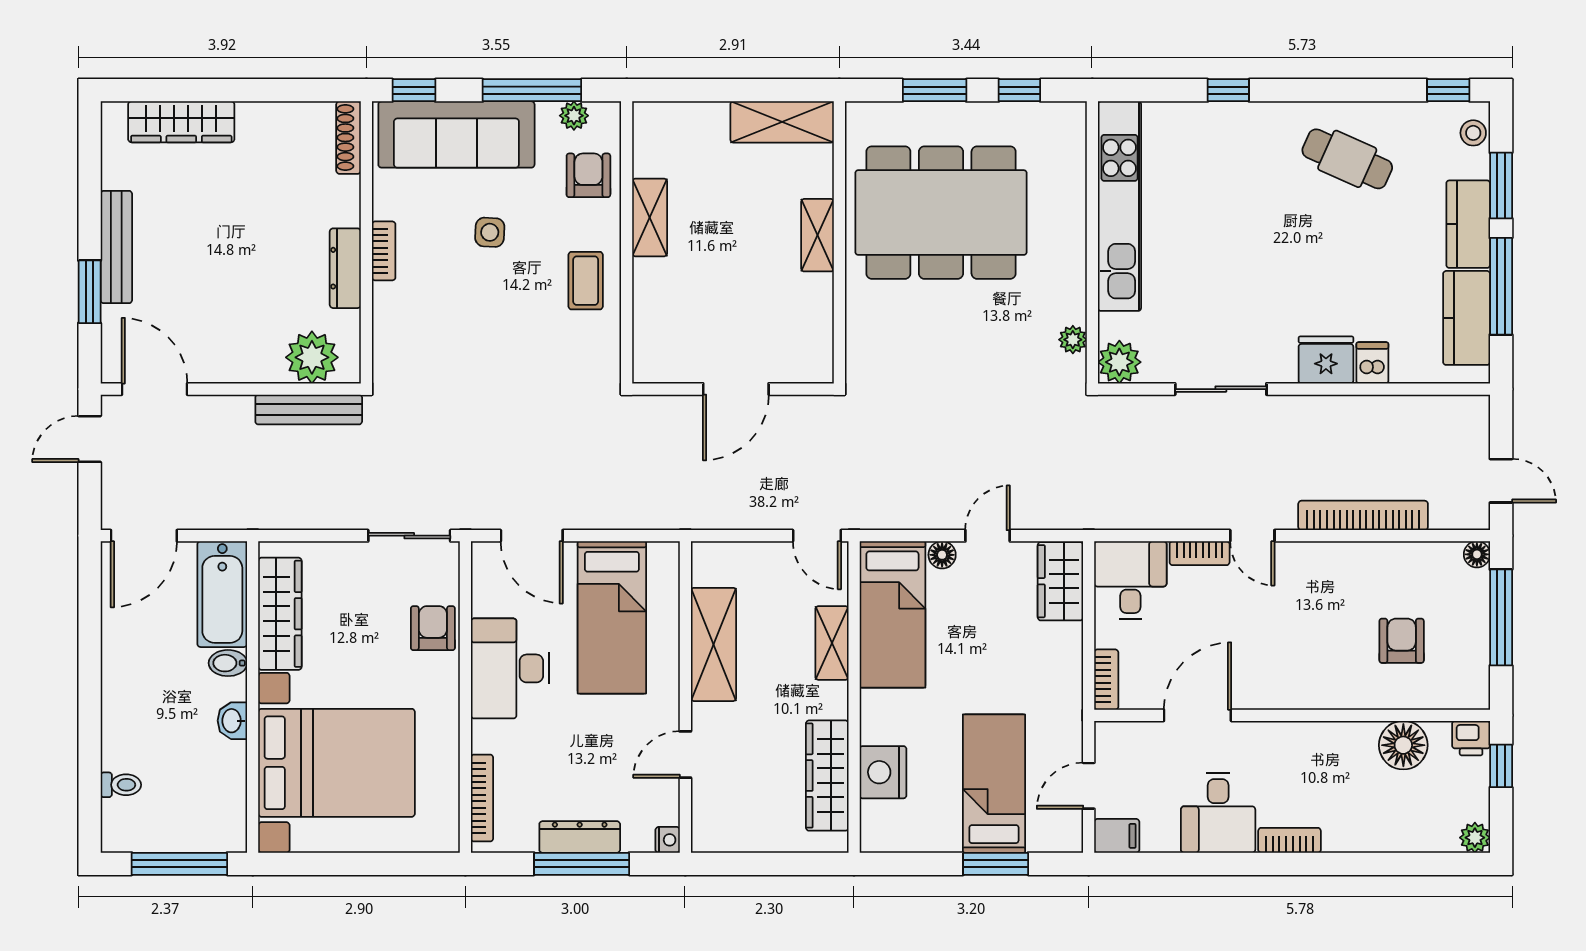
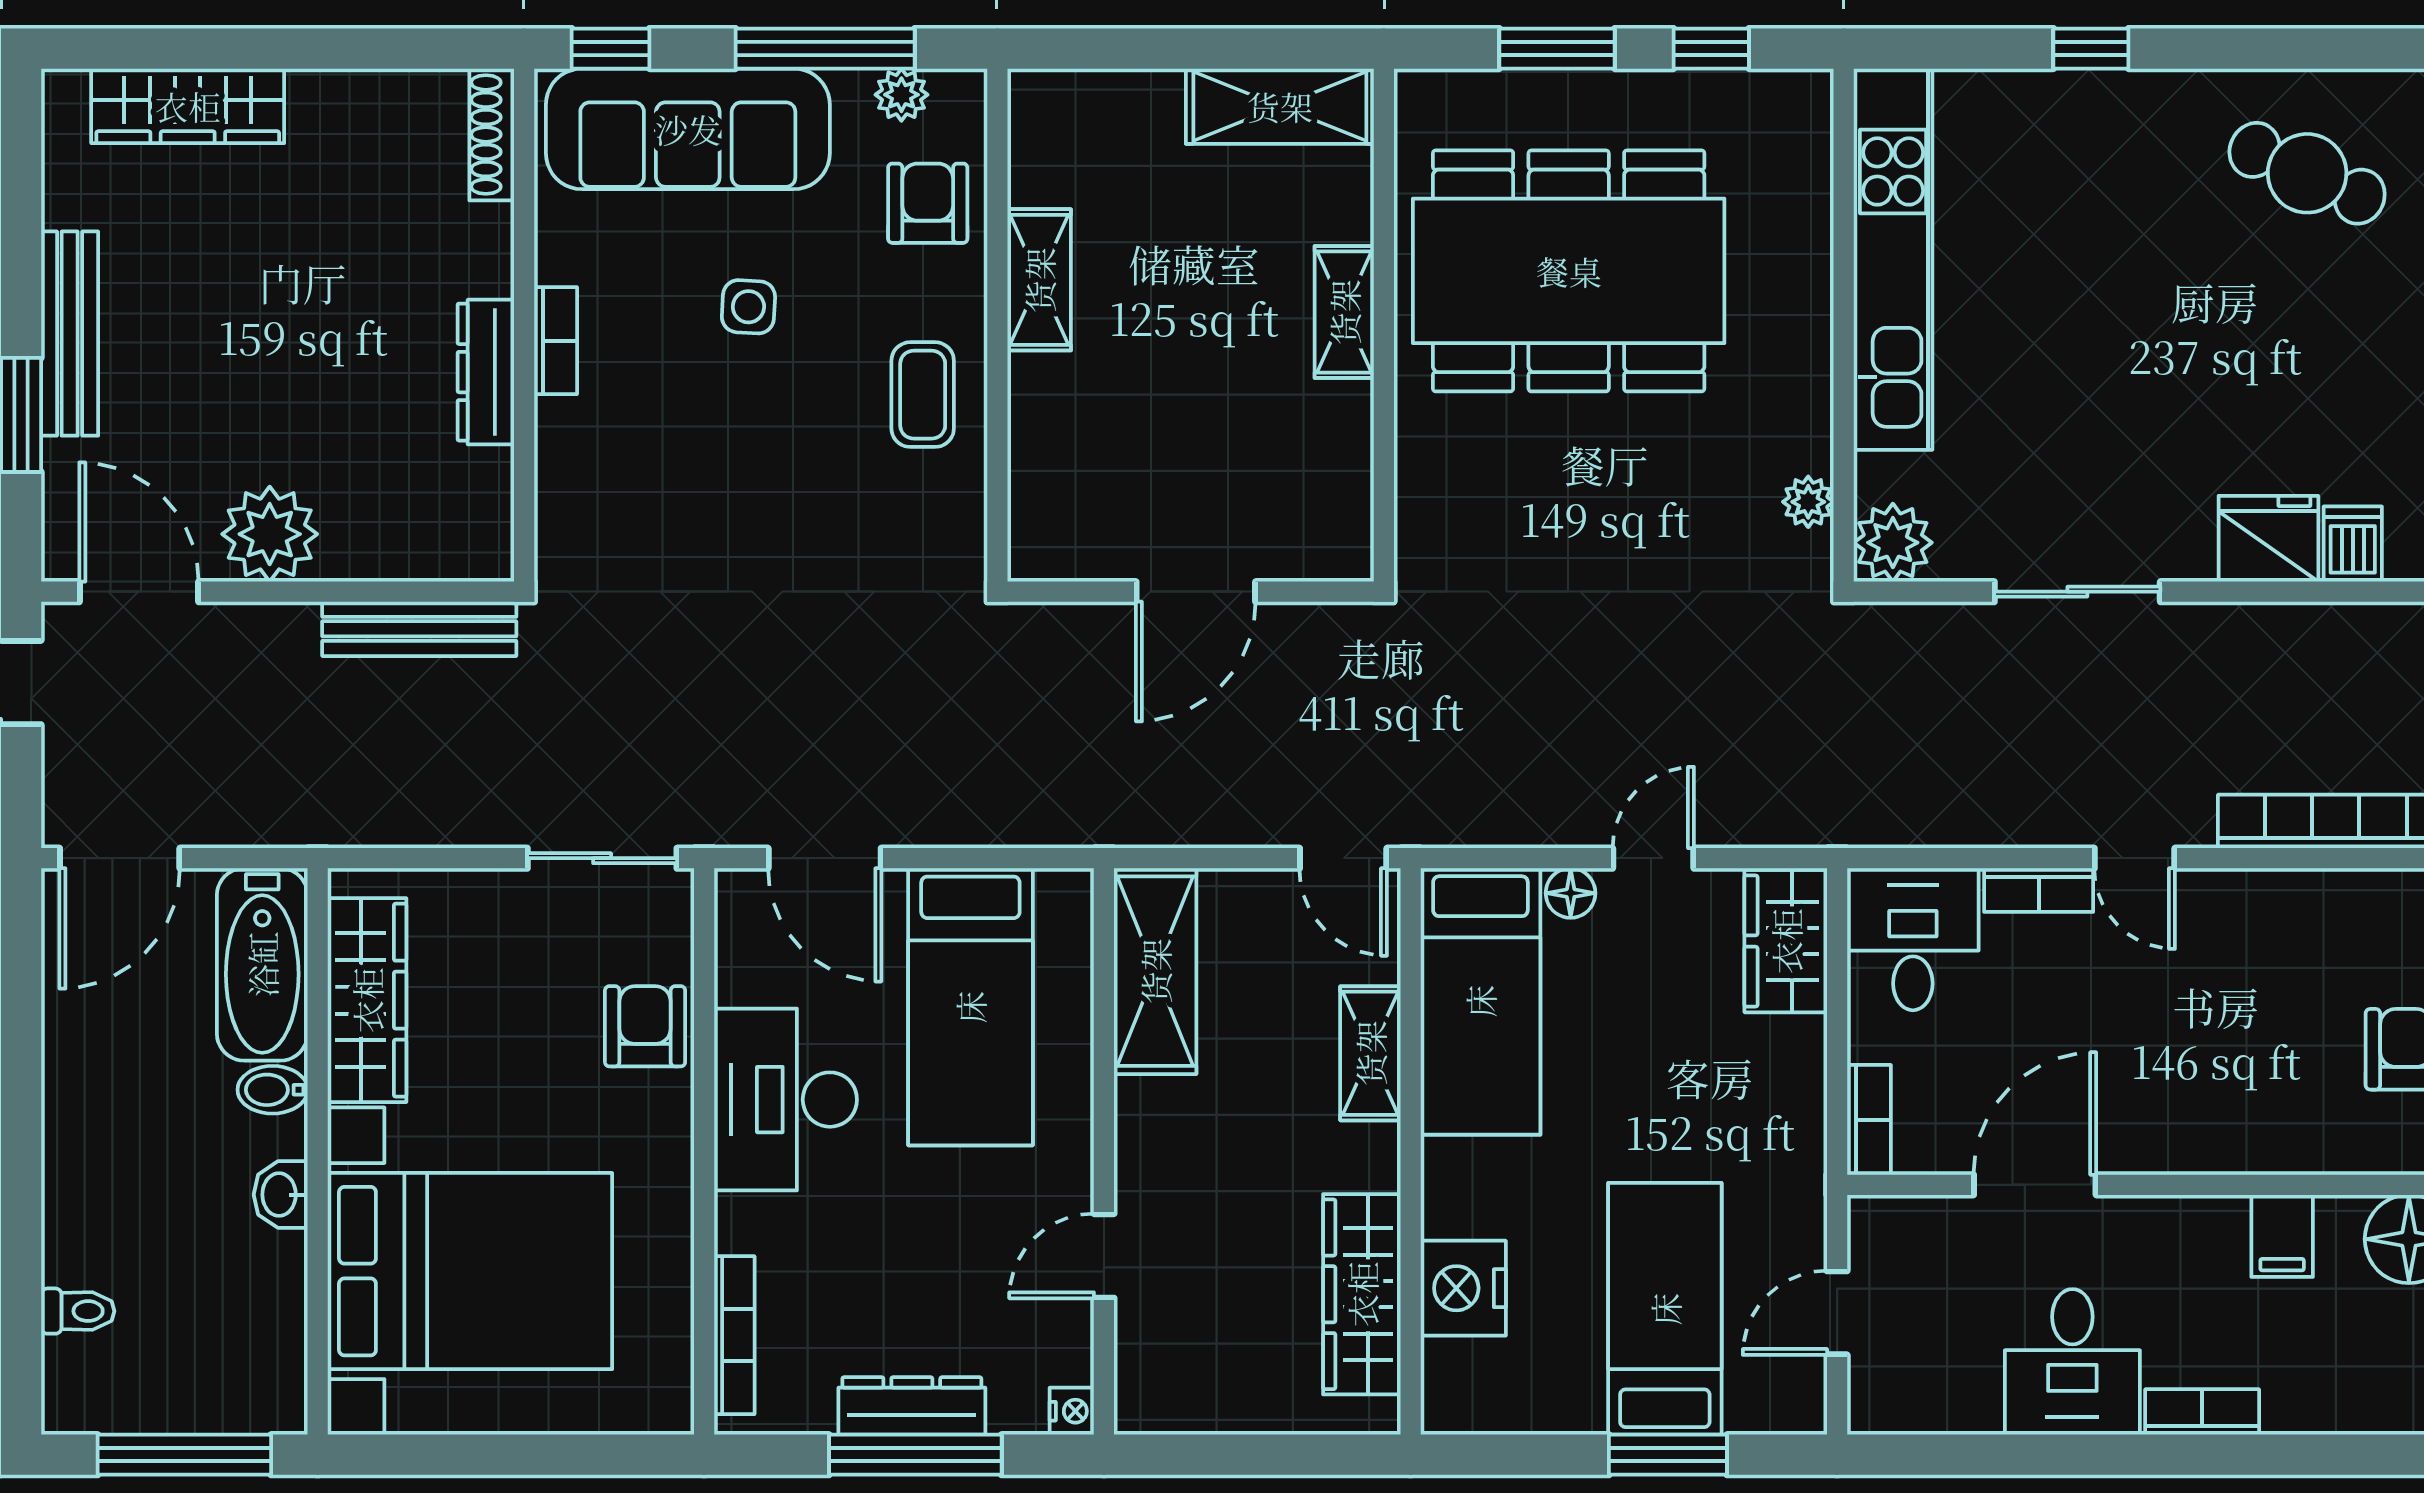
plant: (312, 357) -> (270, 534), moved
shelving: (714, 644) -> (1155, 971), moved
filing cabinet: (1117, 836) -> (2282, 1236), moved, turned 90

